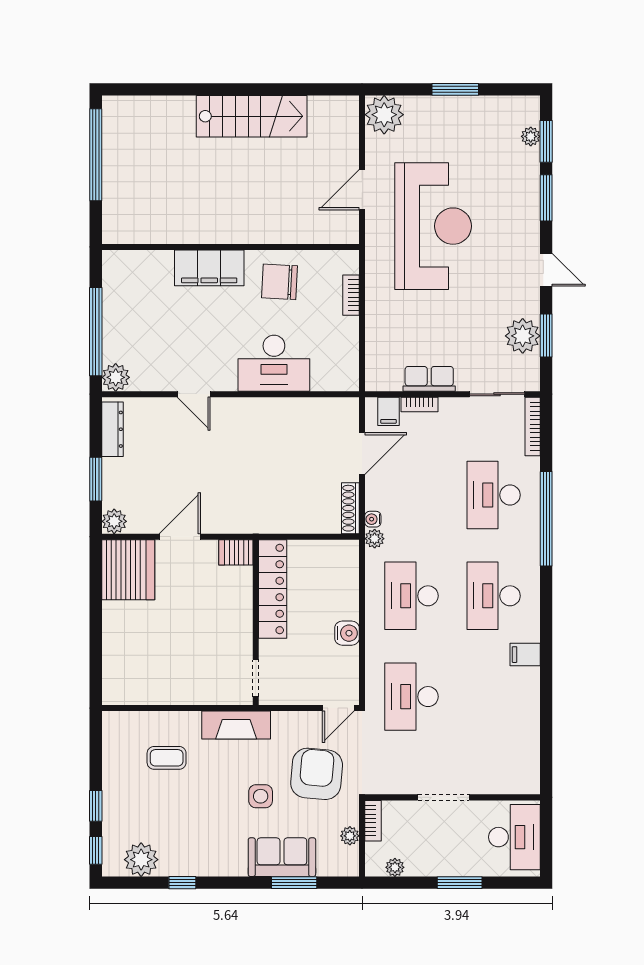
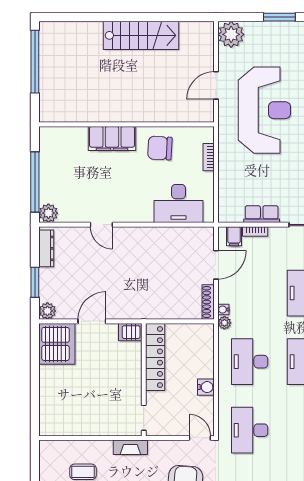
desk: (274, 363) -> (178, 203), moved
door: (338, 708) -> (200, 438), swing flipped
fireplace: (236, 725) -> (130, 447), width x0.73, depth x0.76

